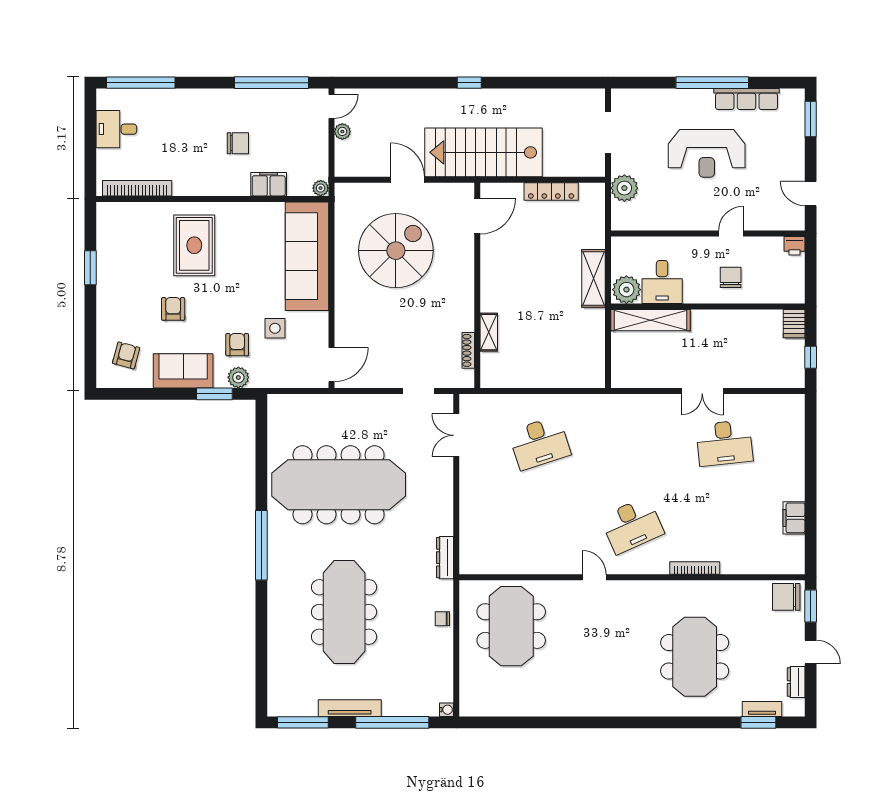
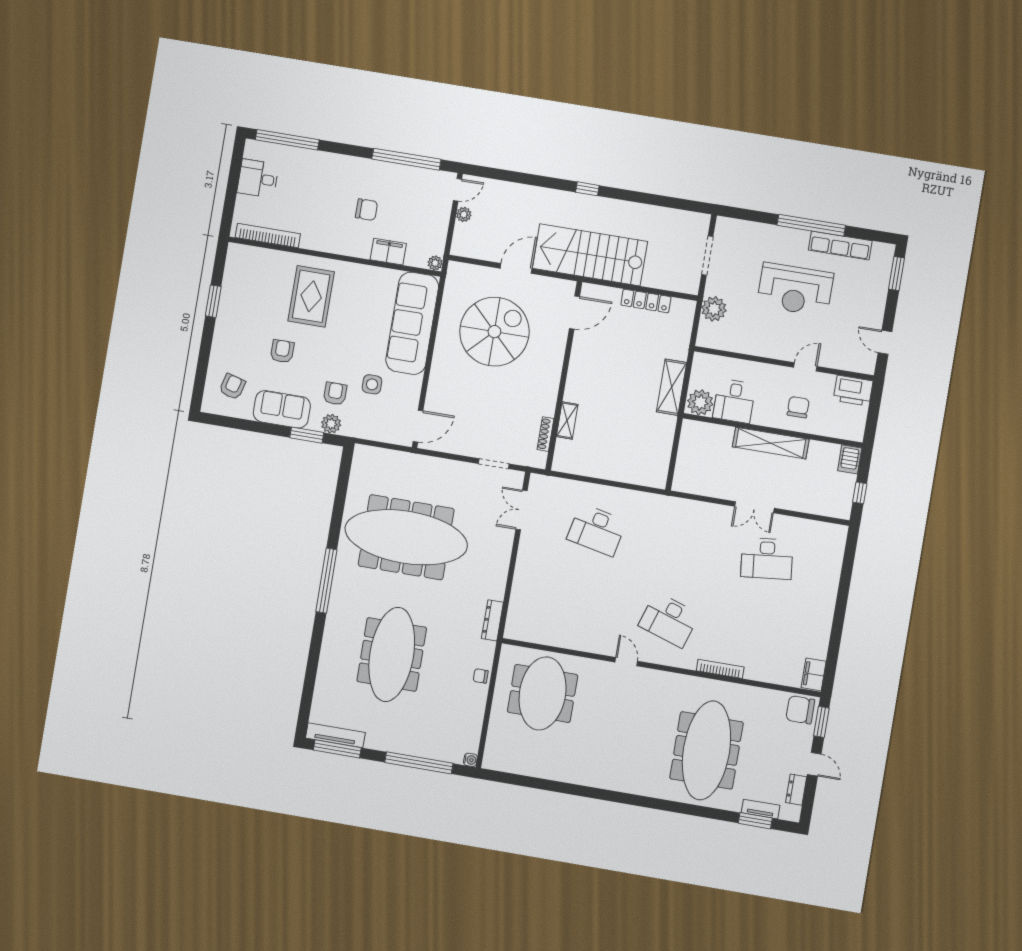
door: (408, 180) -> (516, 268), hinge flipped
printer: (794, 246) -> (853, 391), width x1.87, depth x1.48
shelving: (651, 320) -> (771, 443), moved
desk: (540, 443) -> (597, 530), turned 30
filing cabinet: (794, 518) -> (814, 674), moved
desk: (632, 525) -> (669, 620), turned 42
meeting table: (695, 657) -> (706, 750), width x1.36
tv unit: (350, 708) -> (335, 735), moved

